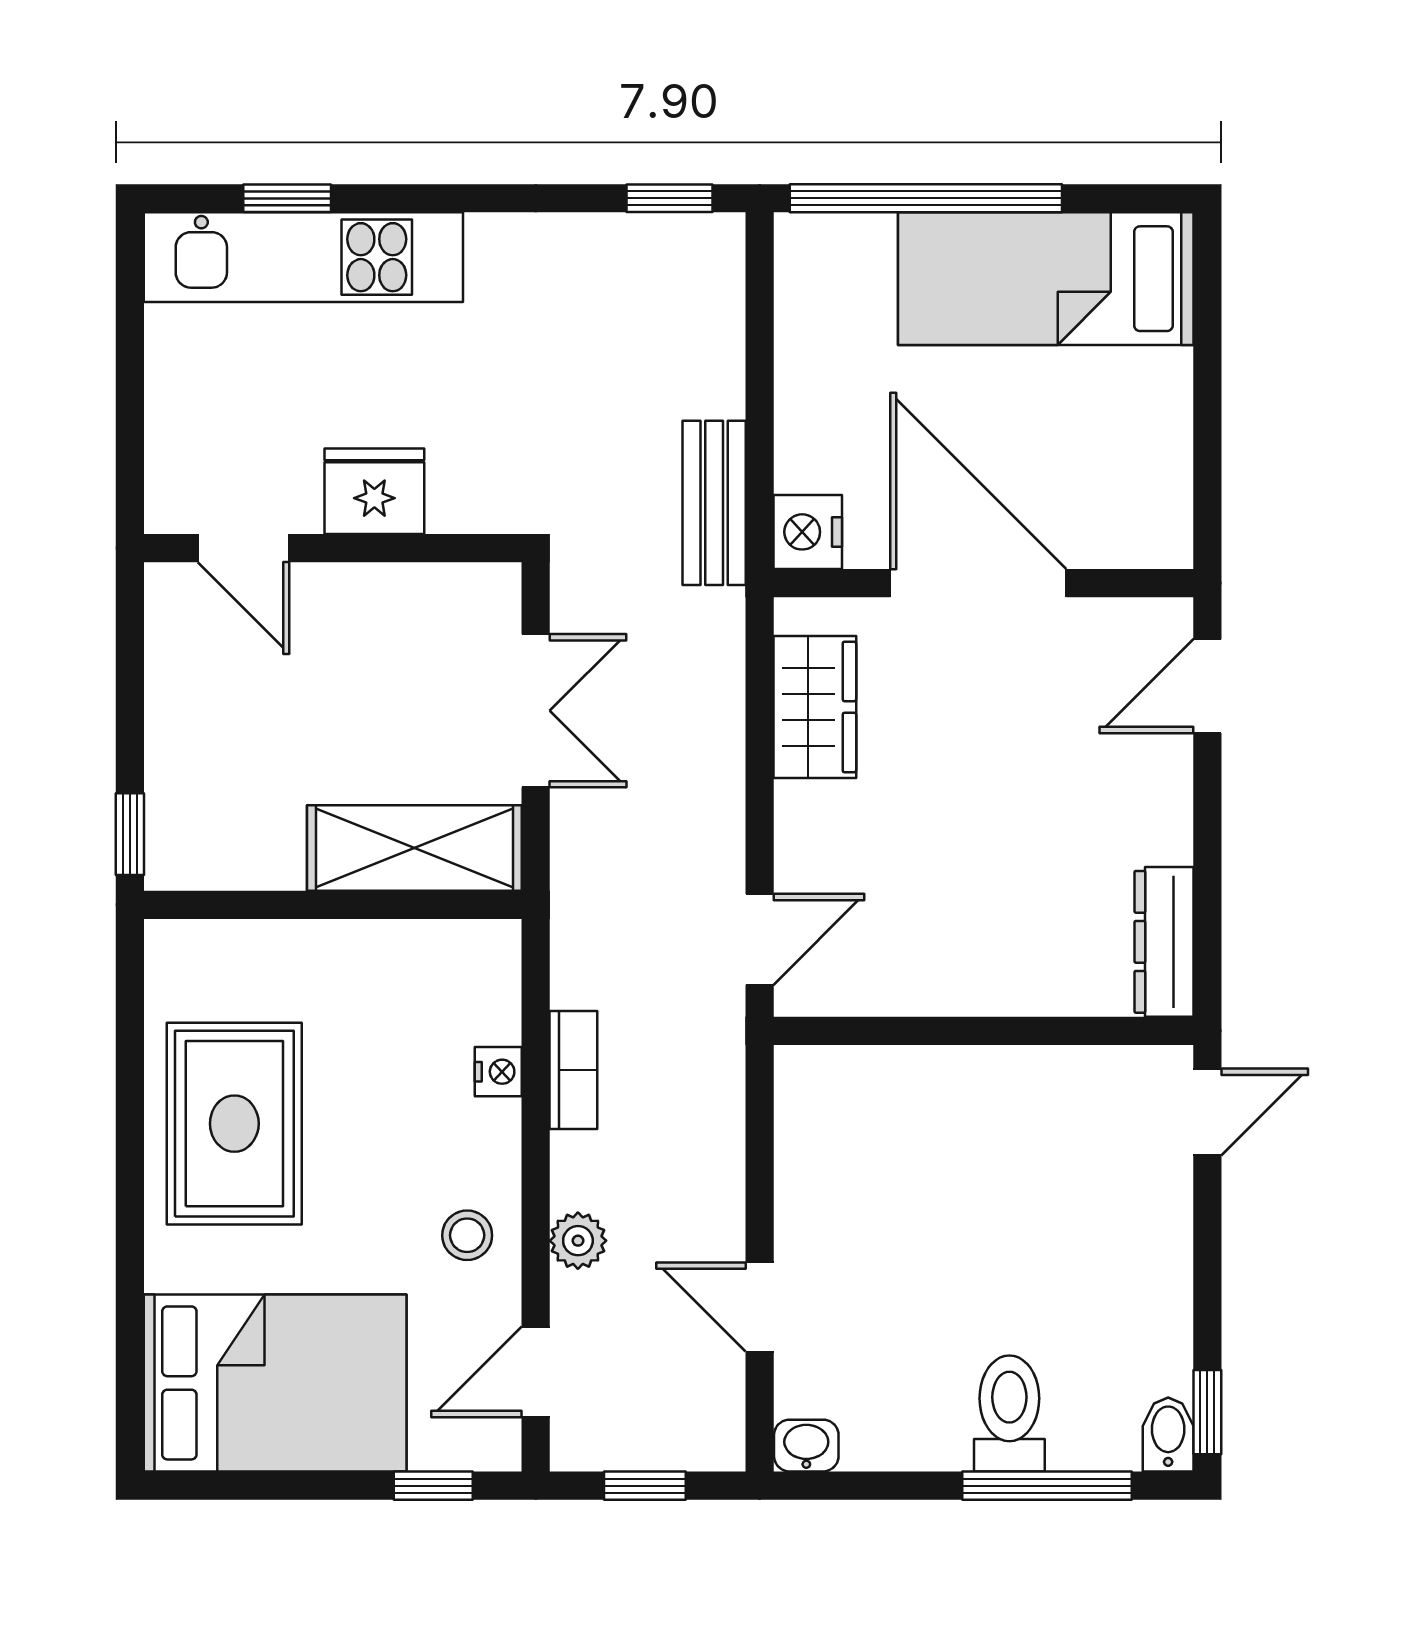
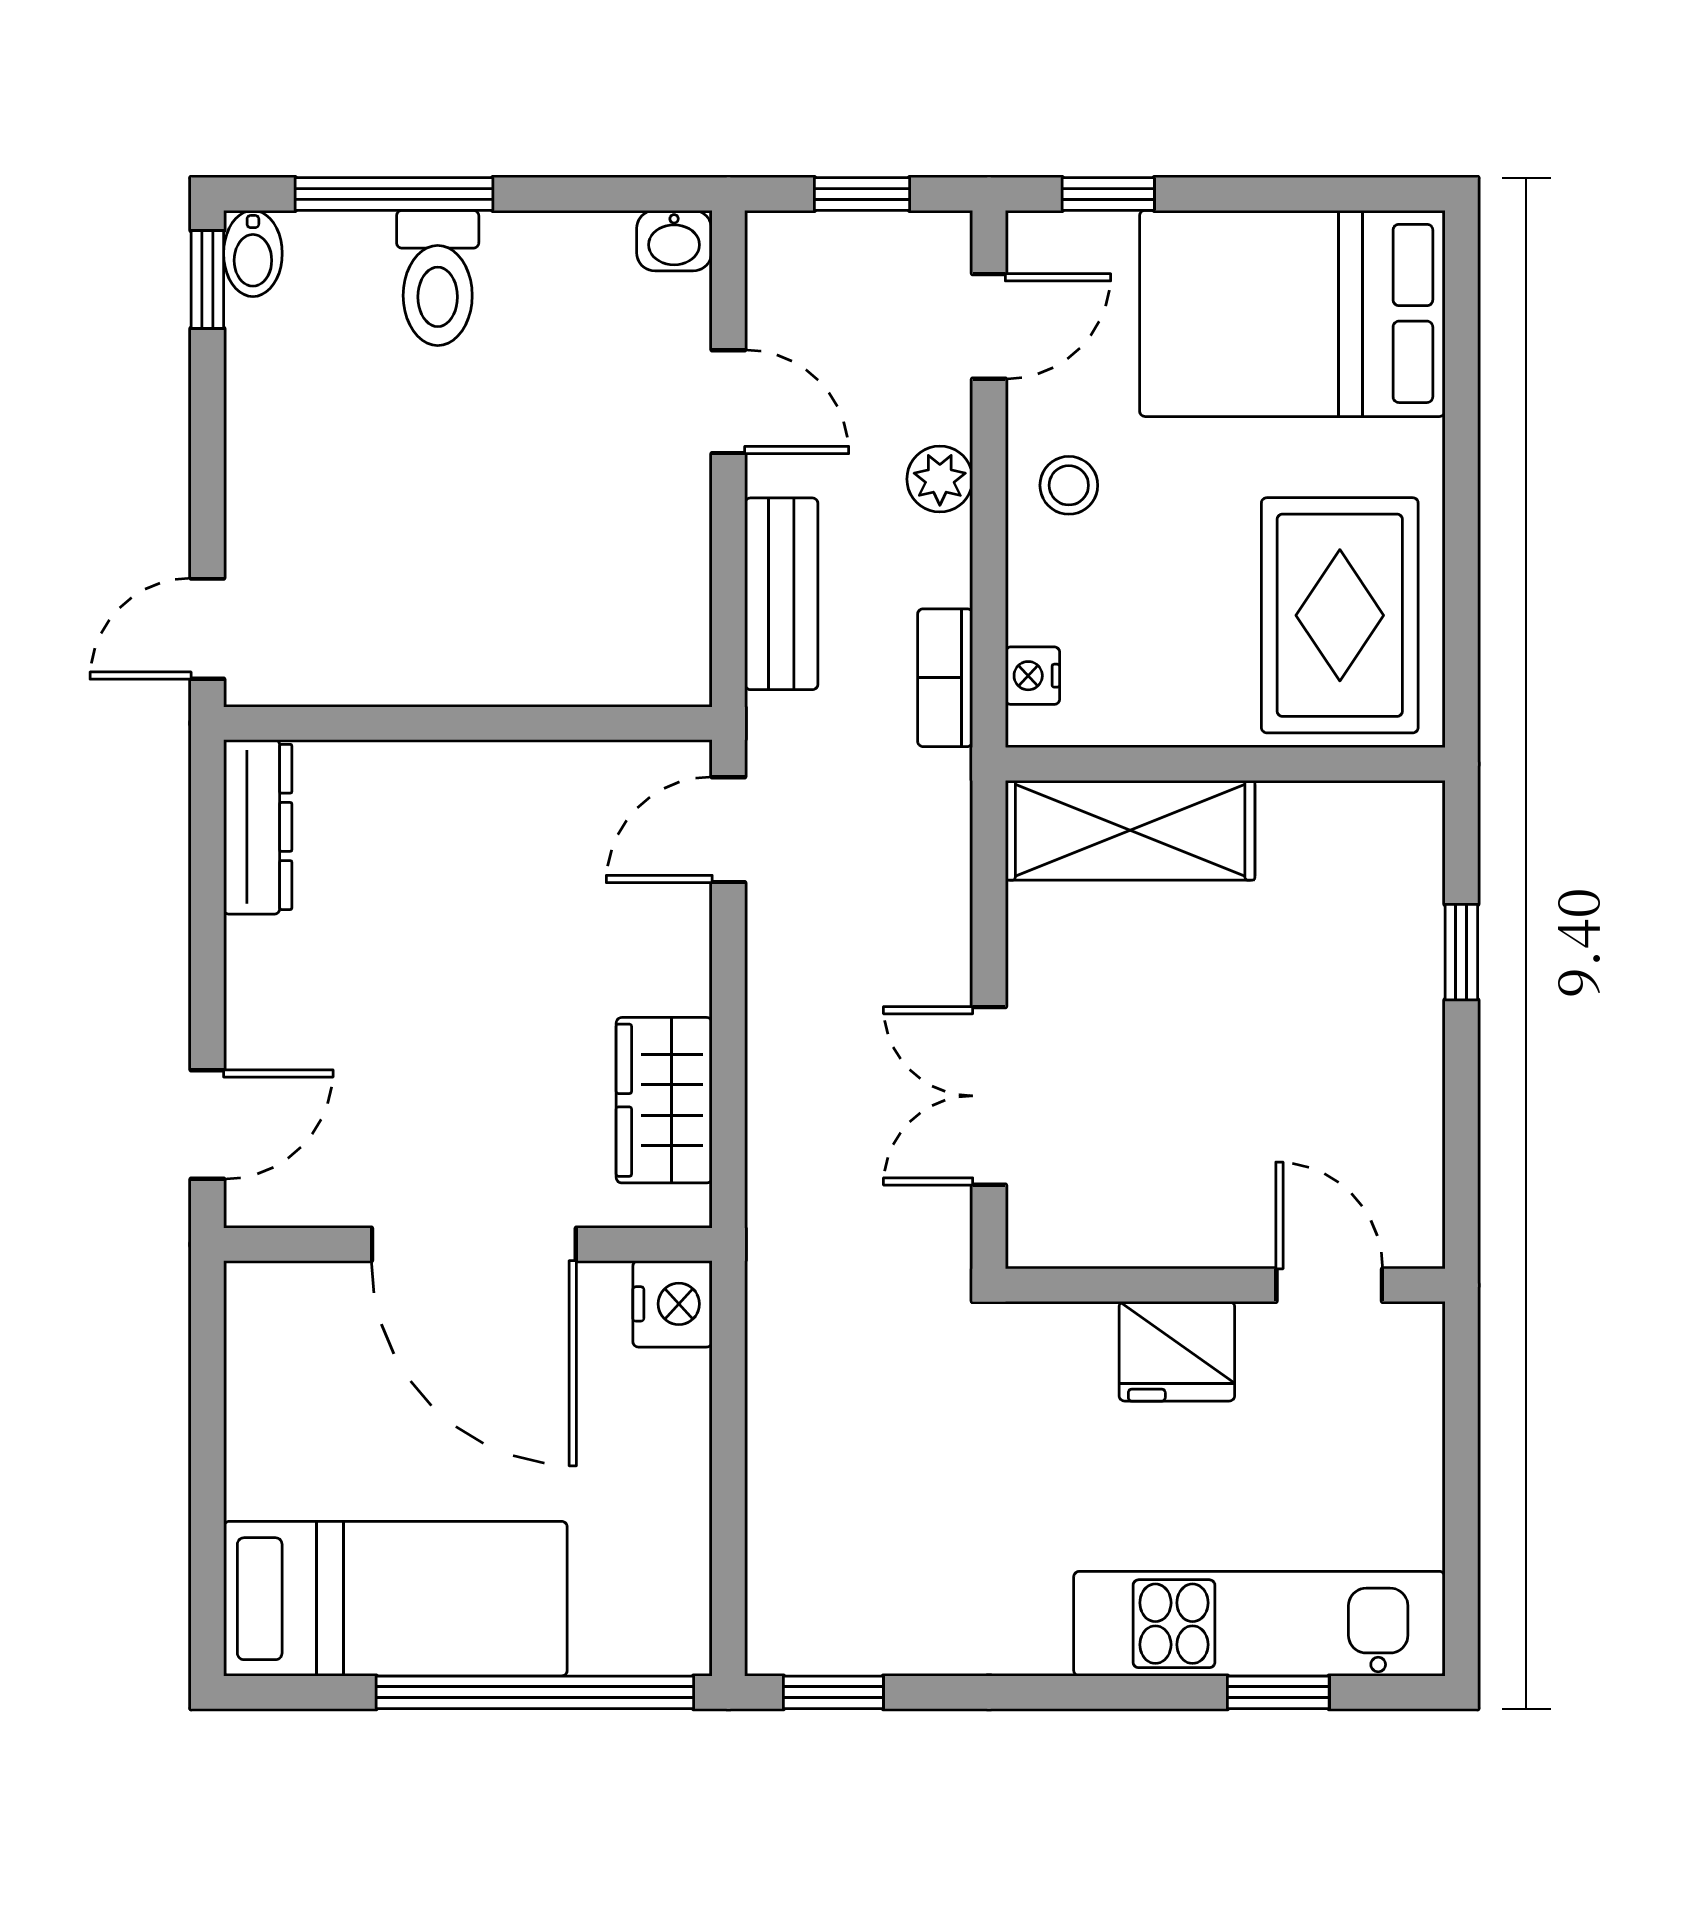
bench: (714, 503) -> (781, 594), moved
shelving: (414, 848) -> (1130, 830), moved
wall: (333, 905) -> (1225, 764), moved

